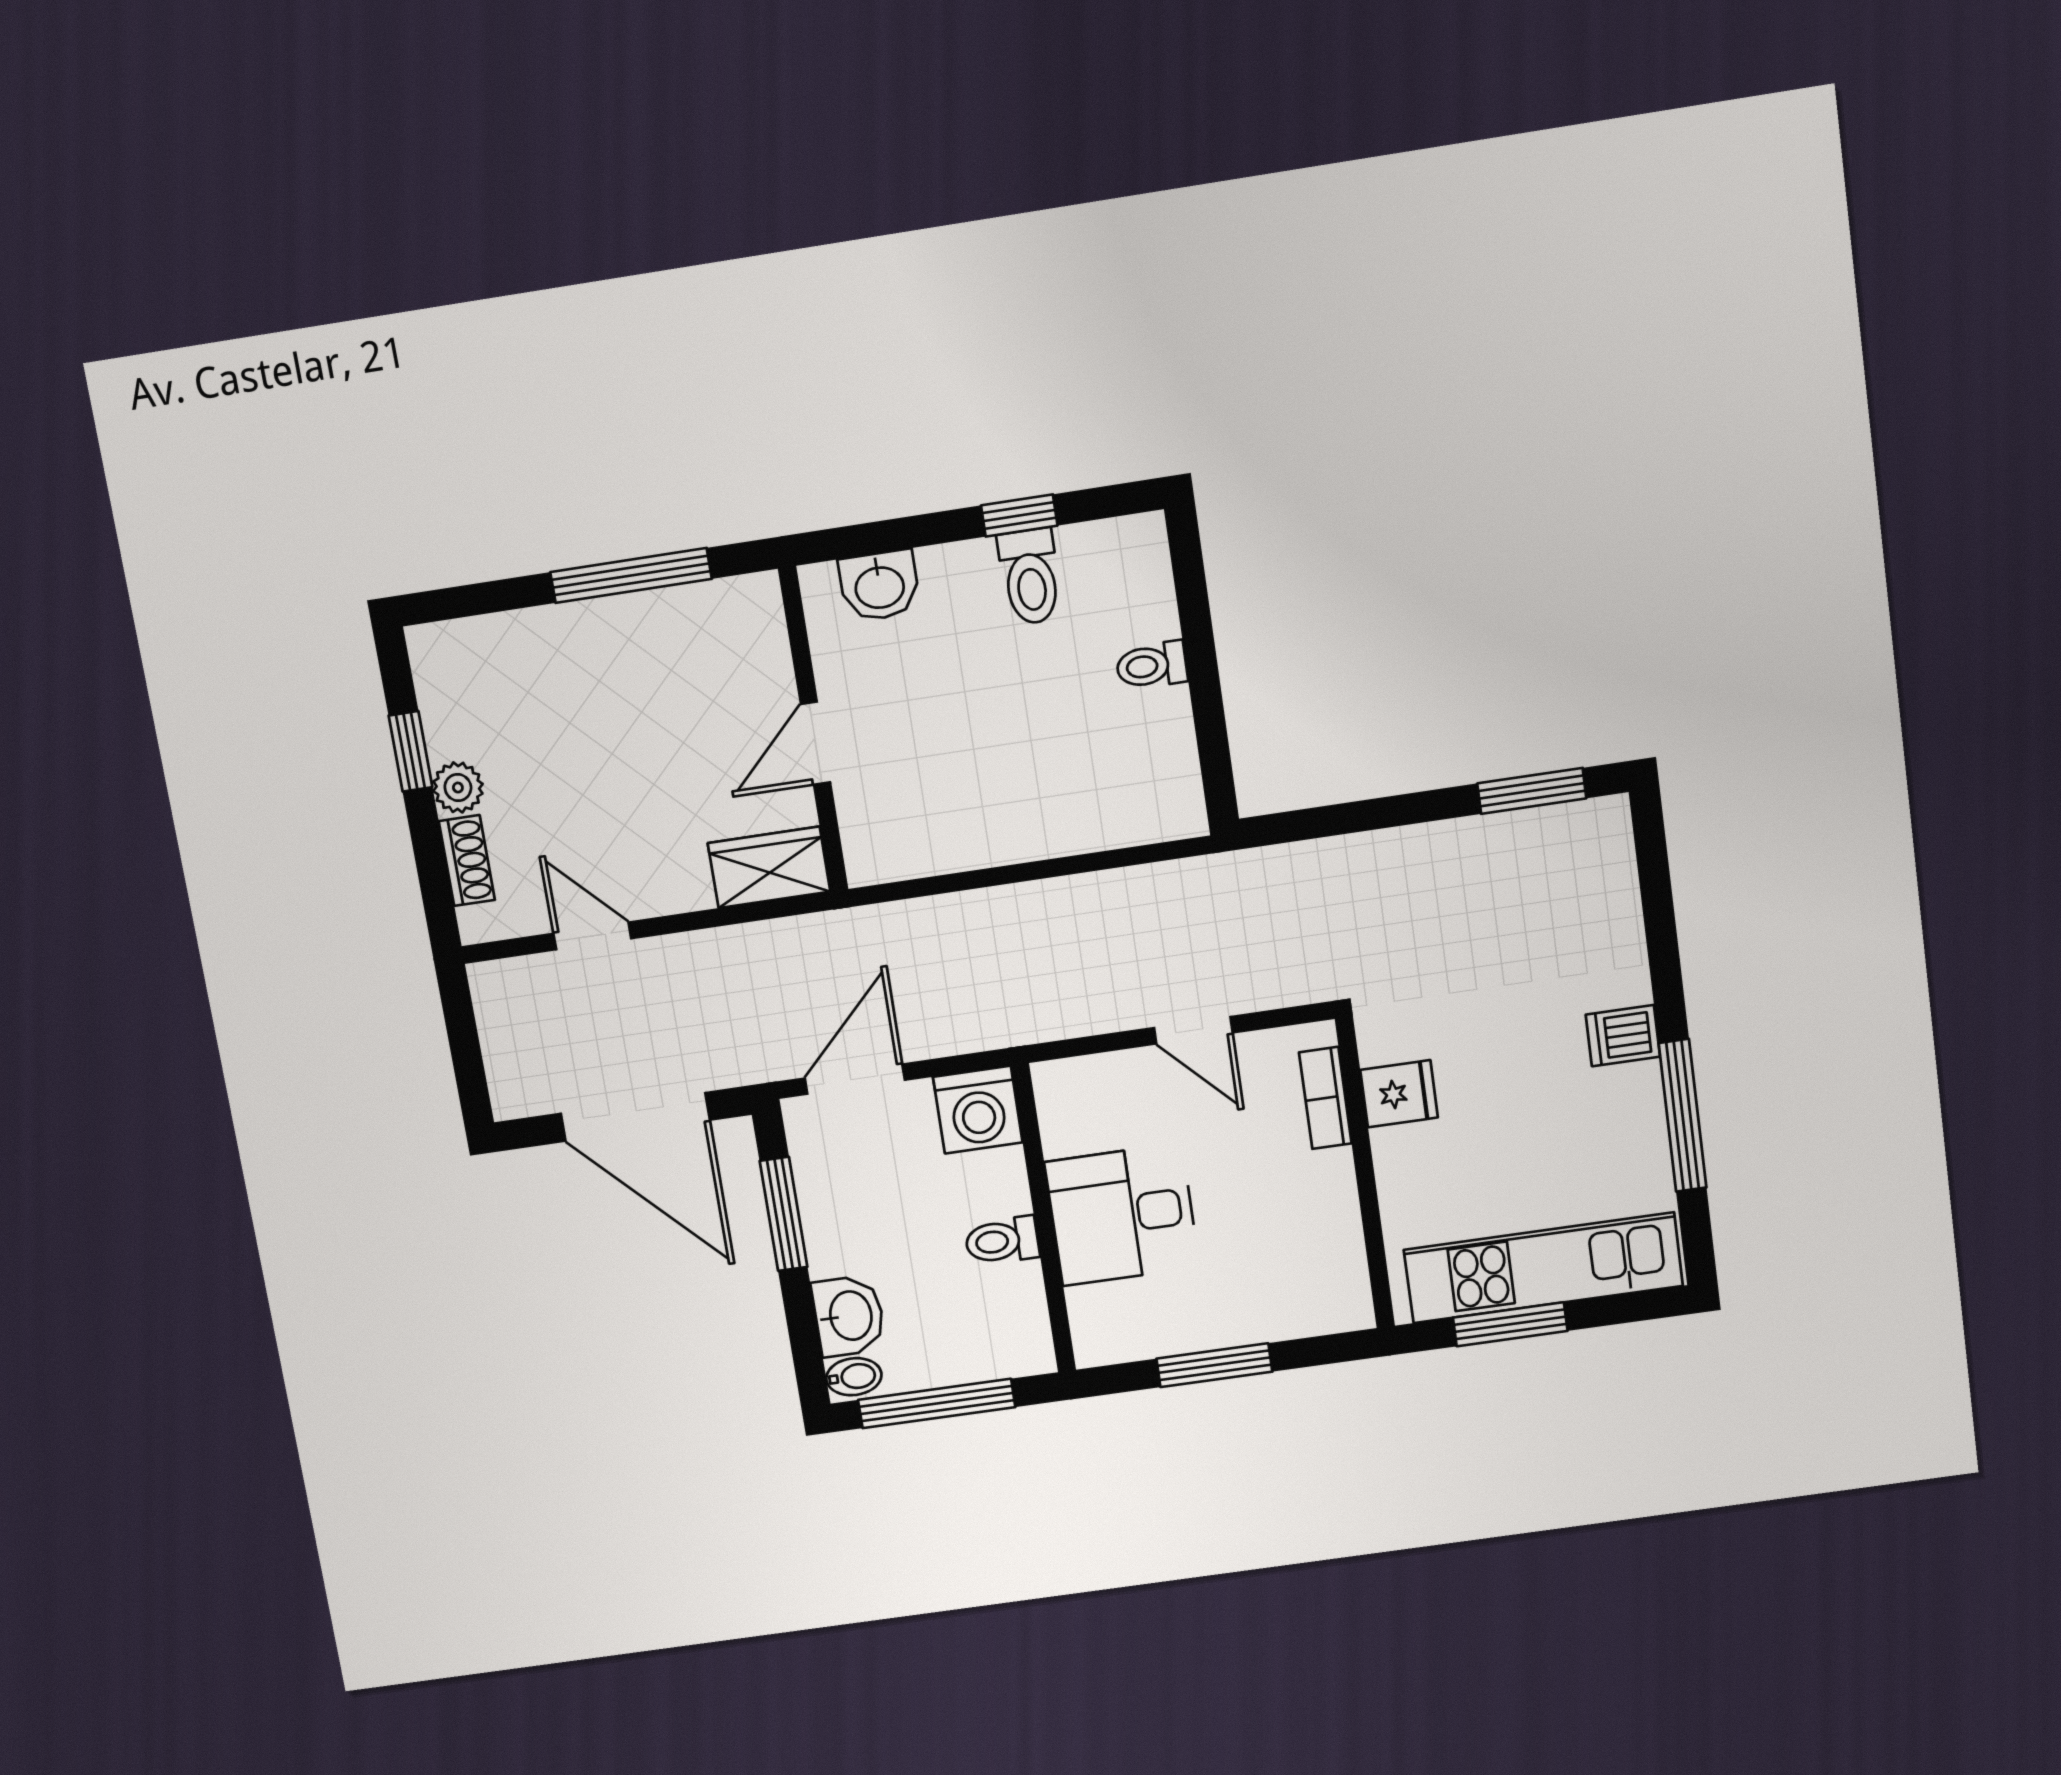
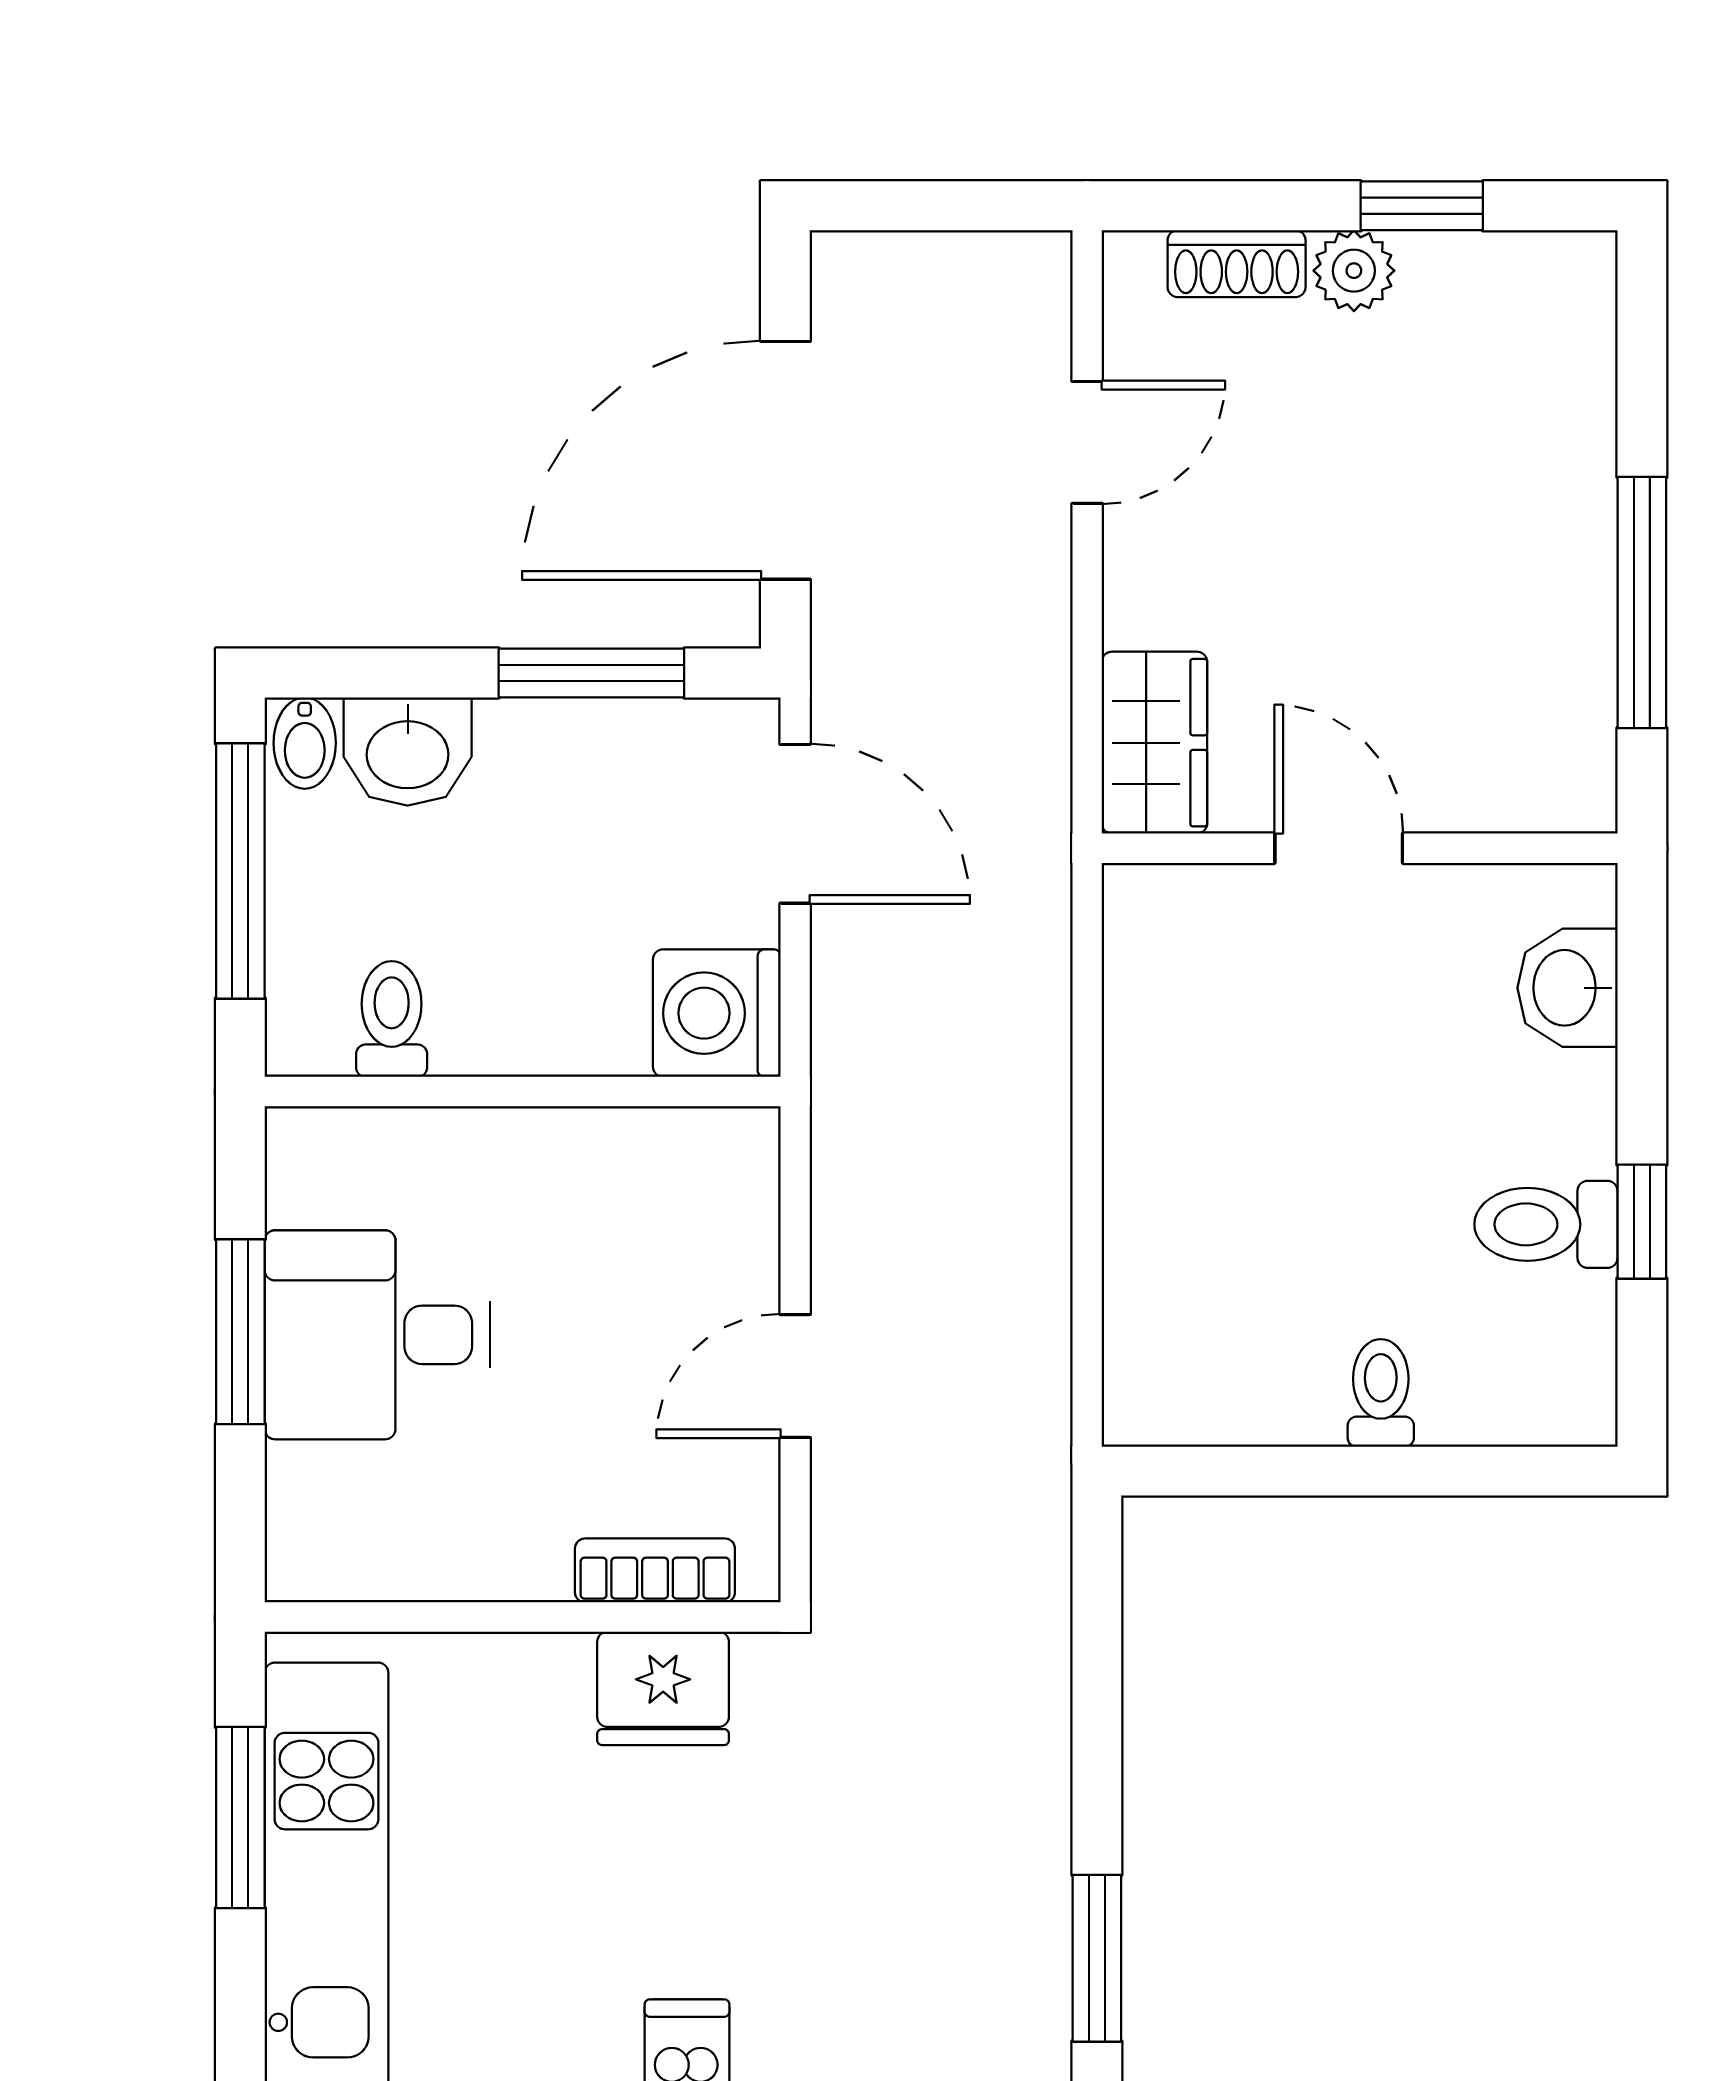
fridge: (1399, 1094) -> (663, 1688), width x1.38
desk: (1122, 1215) -> (377, 1335), moved, turned -90
toilet: (1002, 1241) -> (392, 1019), moved

